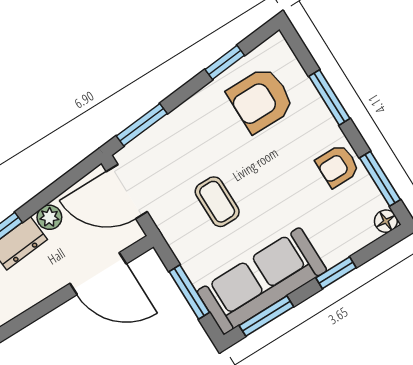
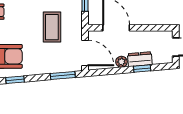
coffee table: (217, 202) -> (52, 27), width x1.36, depth x1.30

